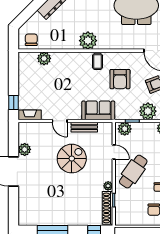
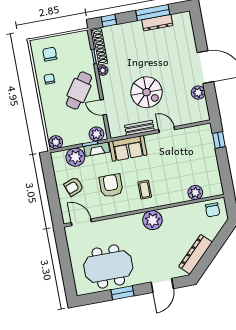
coffee table: (98, 61) -> (145, 190), moved
fireplace: (30, 115) -> (97, 149), moved
spiral stairs: (72, 159) -> (147, 92), turned -90
dresser: (50, 220) -> (157, 23), added

